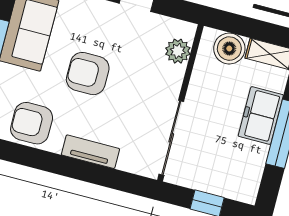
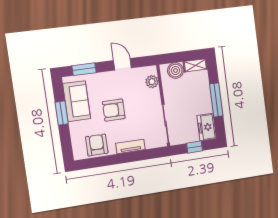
freezer: (261, 116) -> (207, 127), moved
armchair: (32, 123) -> (97, 145), turned 90

